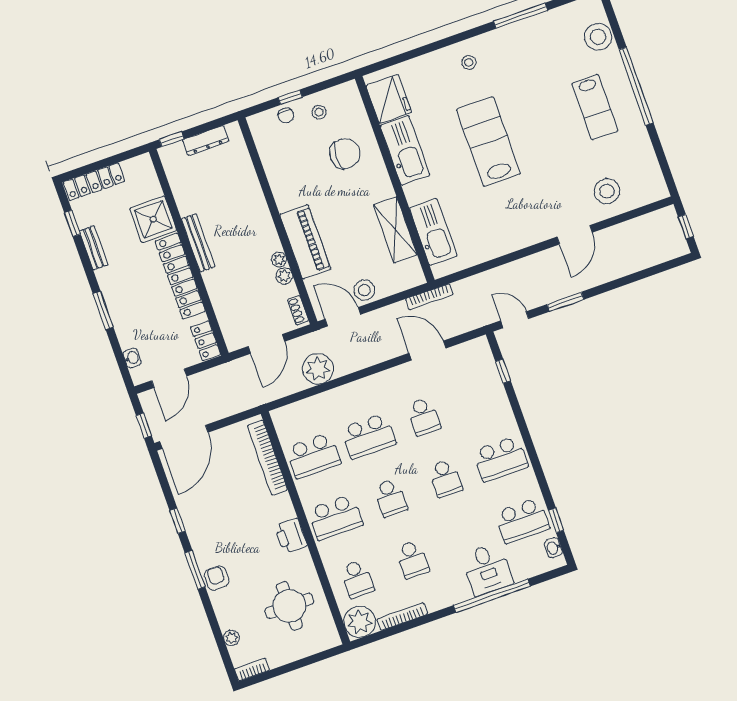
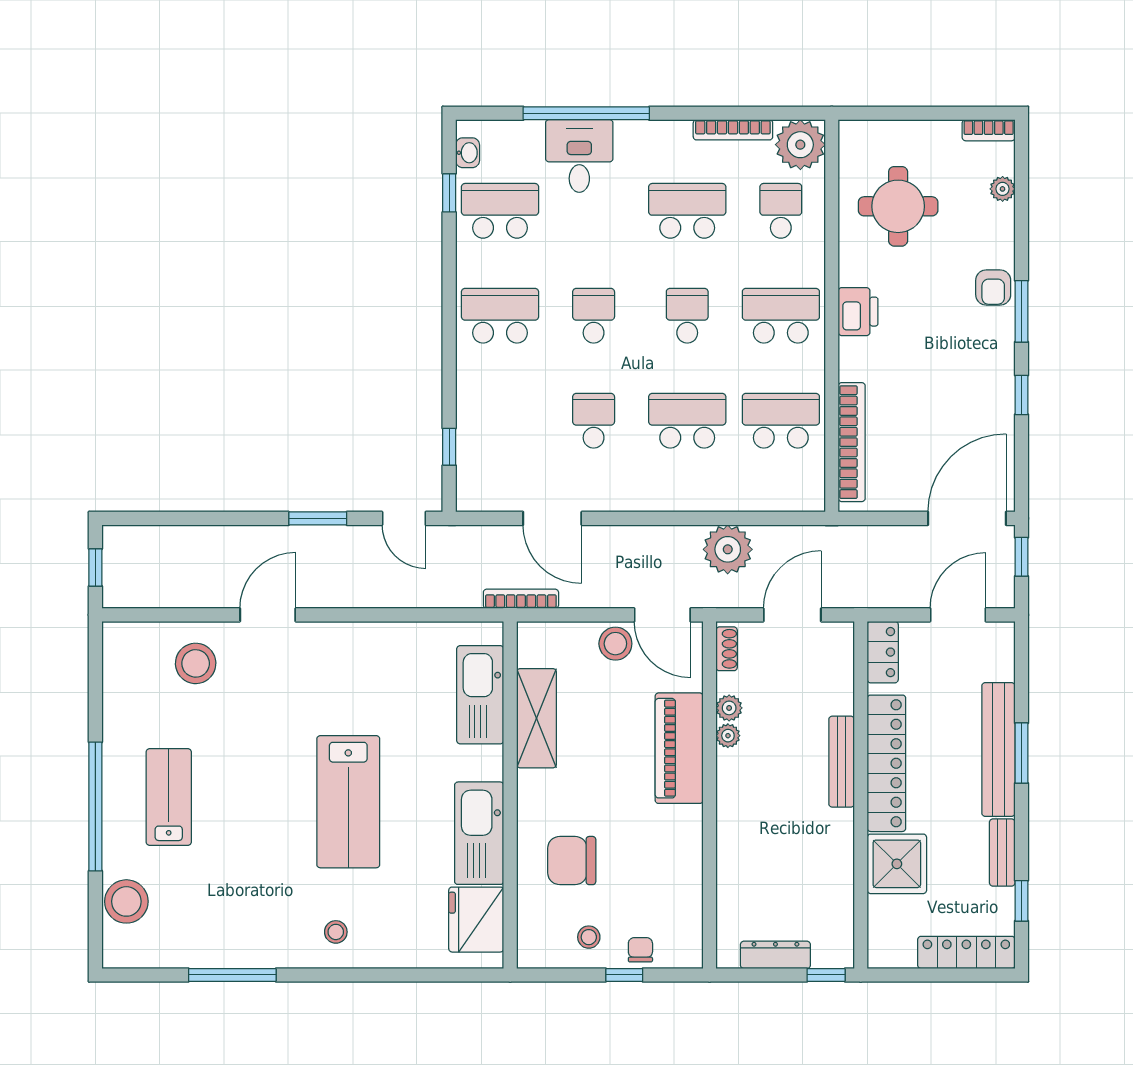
bench: (198, 243) -> (842, 762), moved
bench: (117, 308) -> (998, 750), added
washbasin: (132, 358) -> (1003, 665), removed
school desk: (412, 559) -> (687, 211), width x1.85

